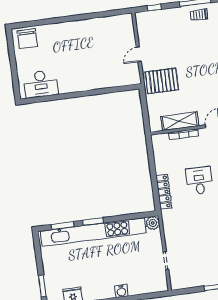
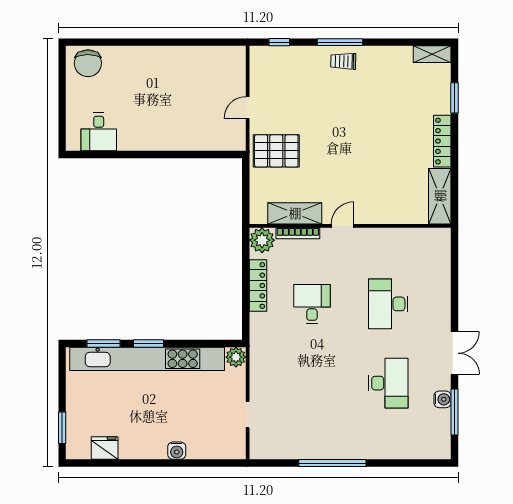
desk: (41, 84) -> (99, 132), width x0.73
plant: (160, 142) -> (262, 240), added
locker: (164, 192) -> (258, 286), moved

